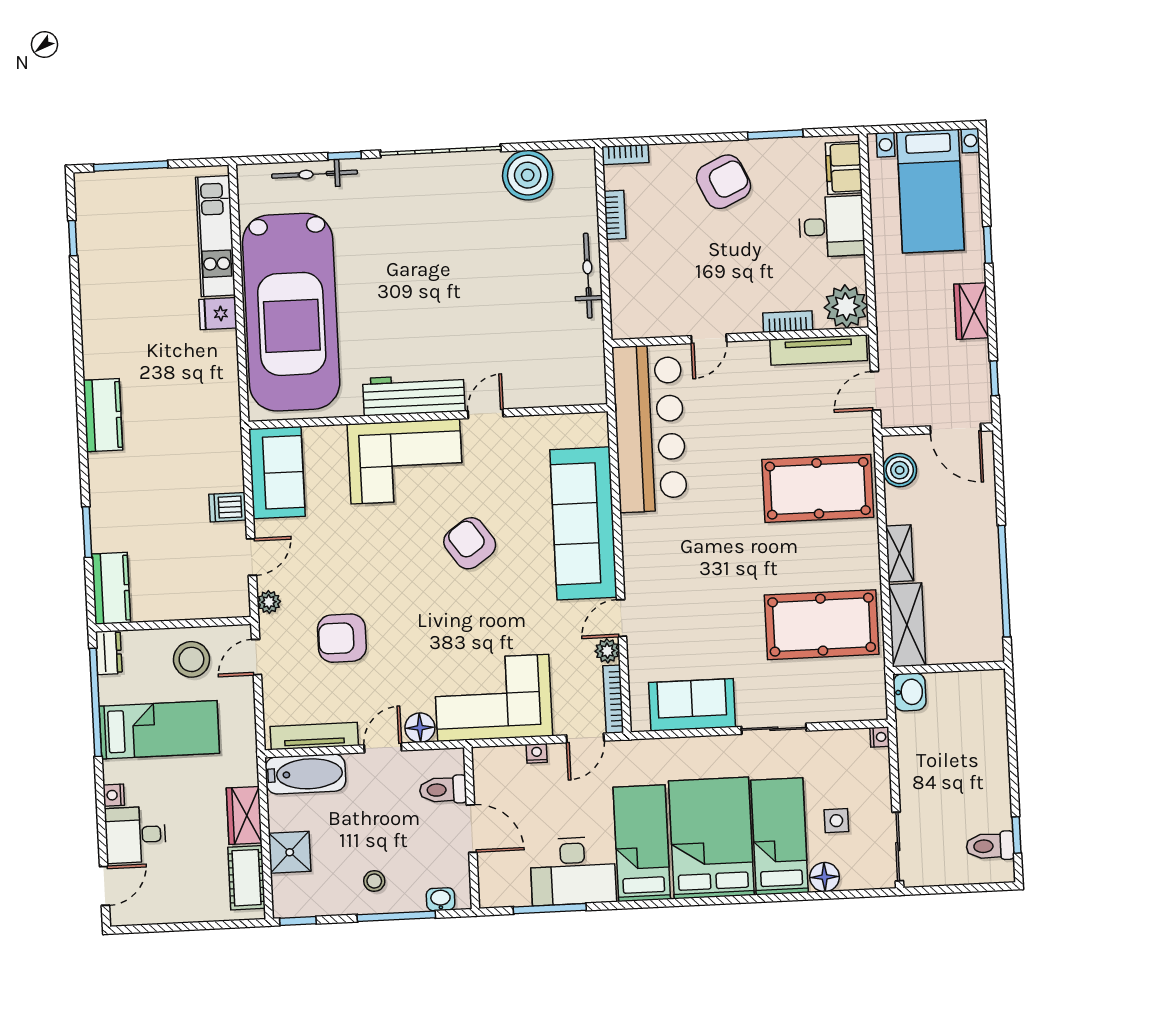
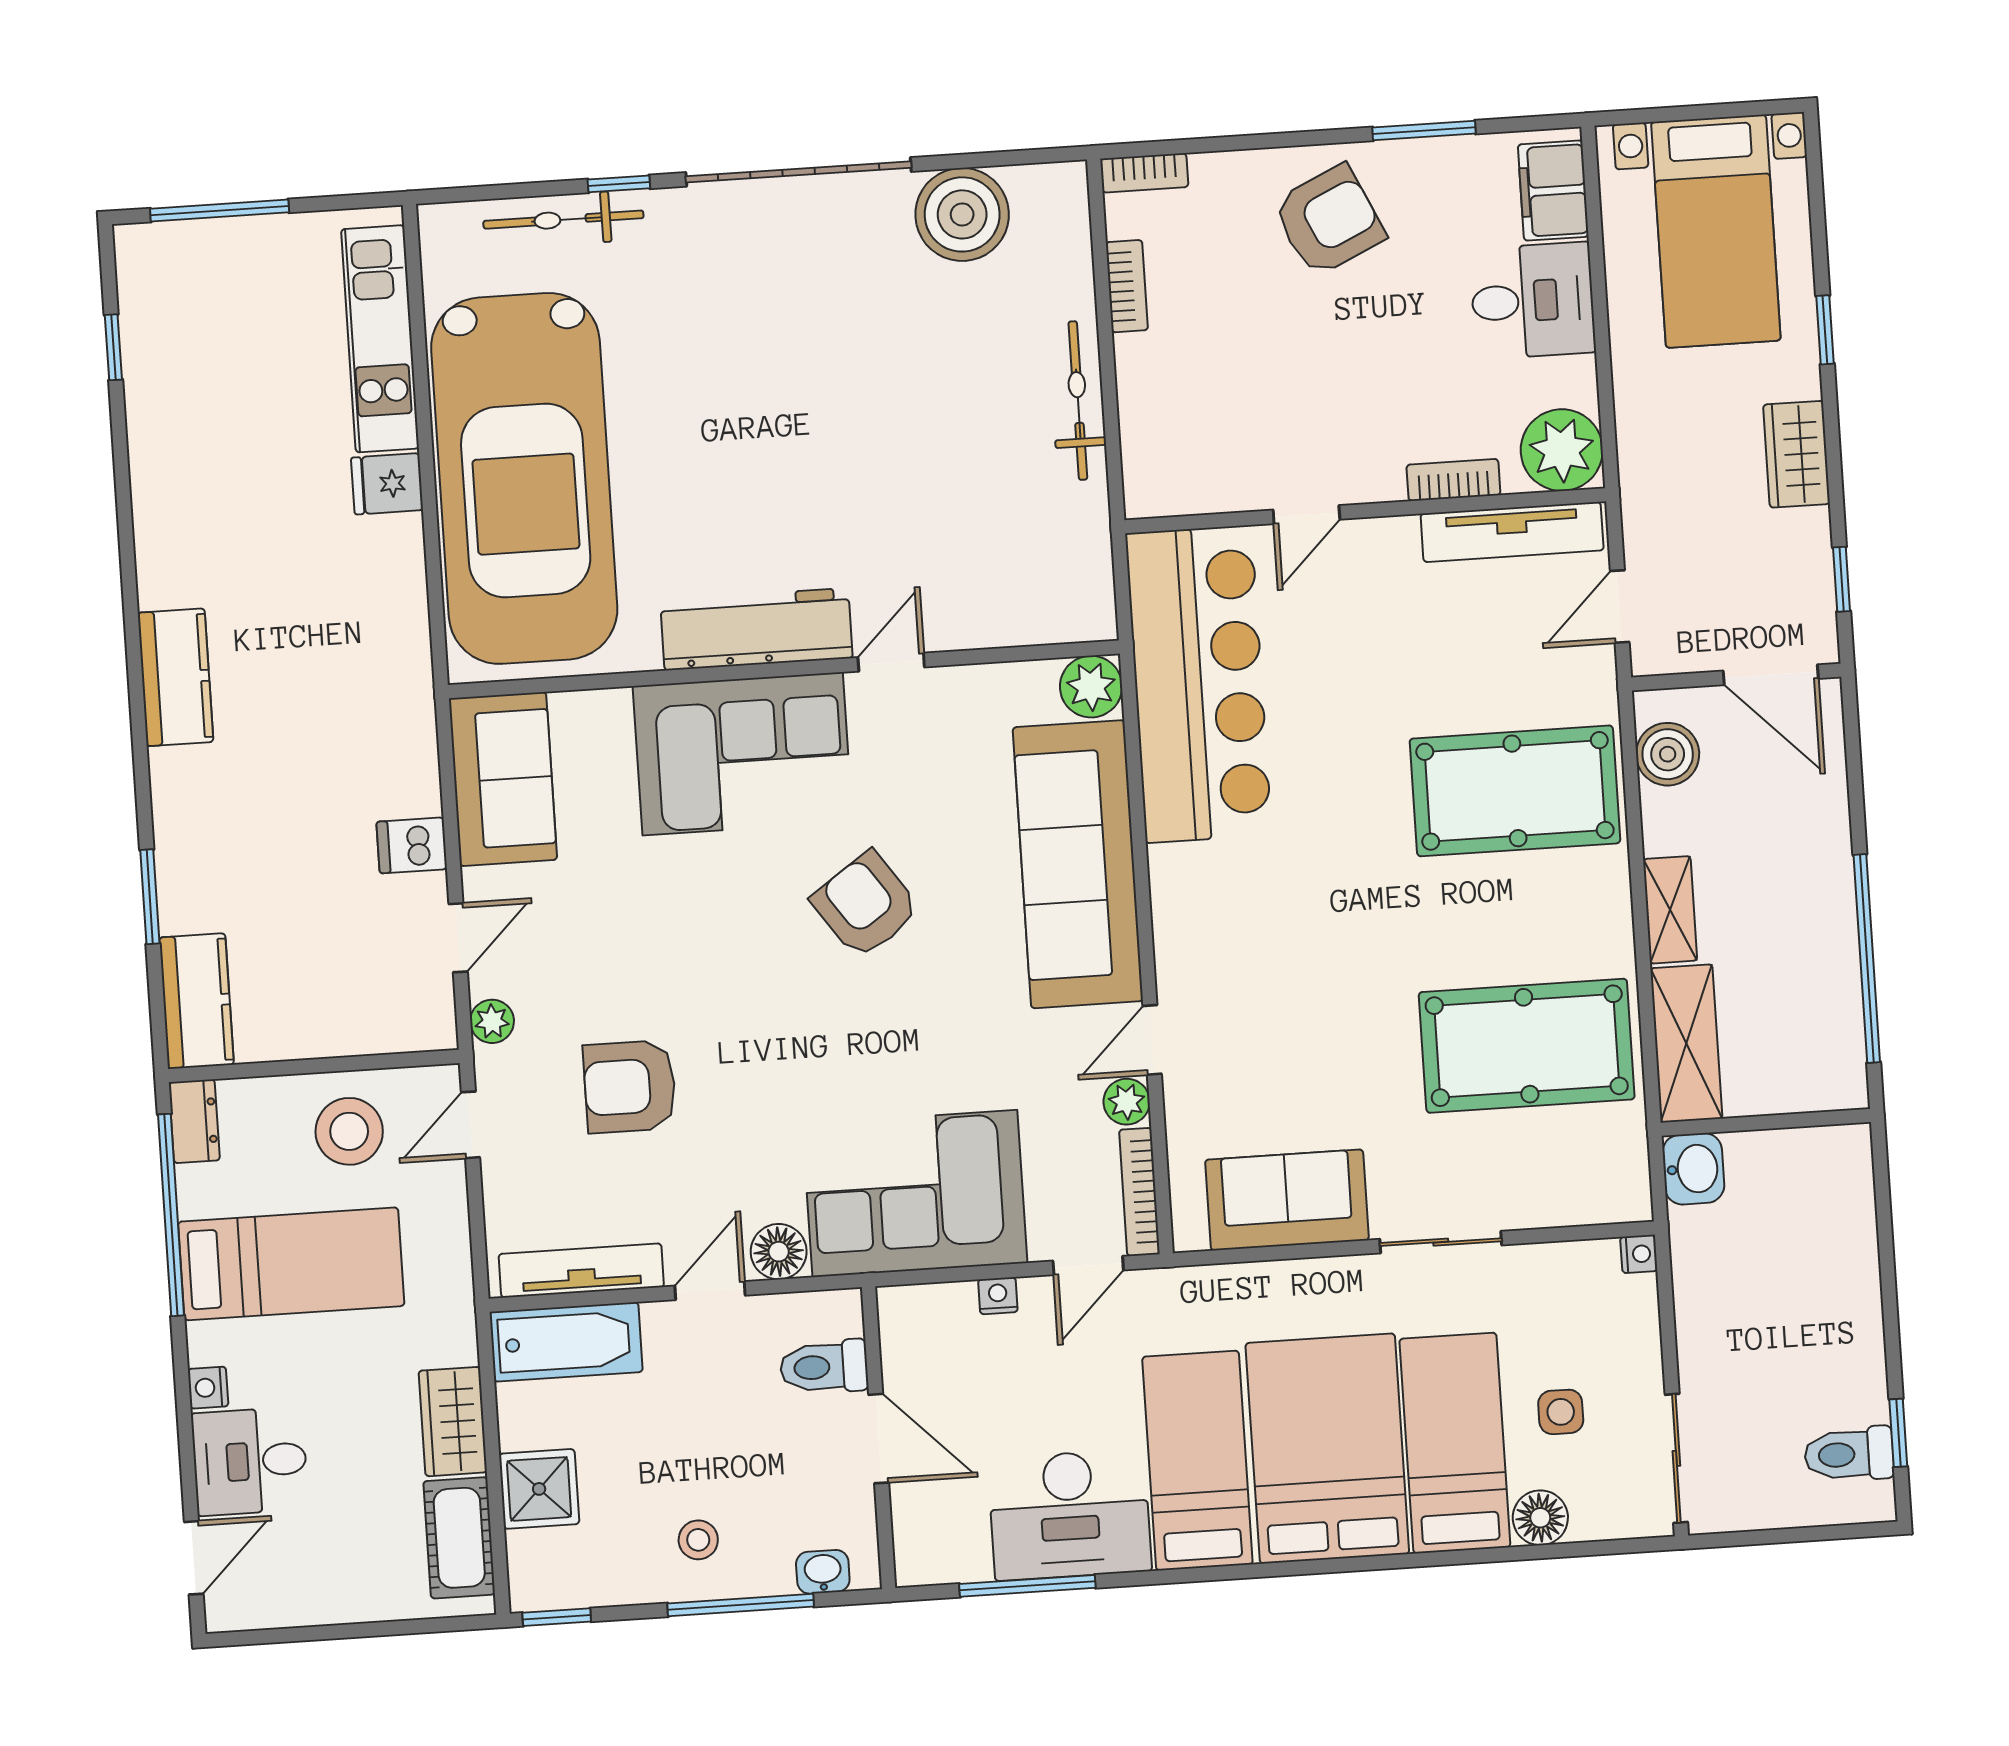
plant: (592, 429) -> (1091, 687), added

